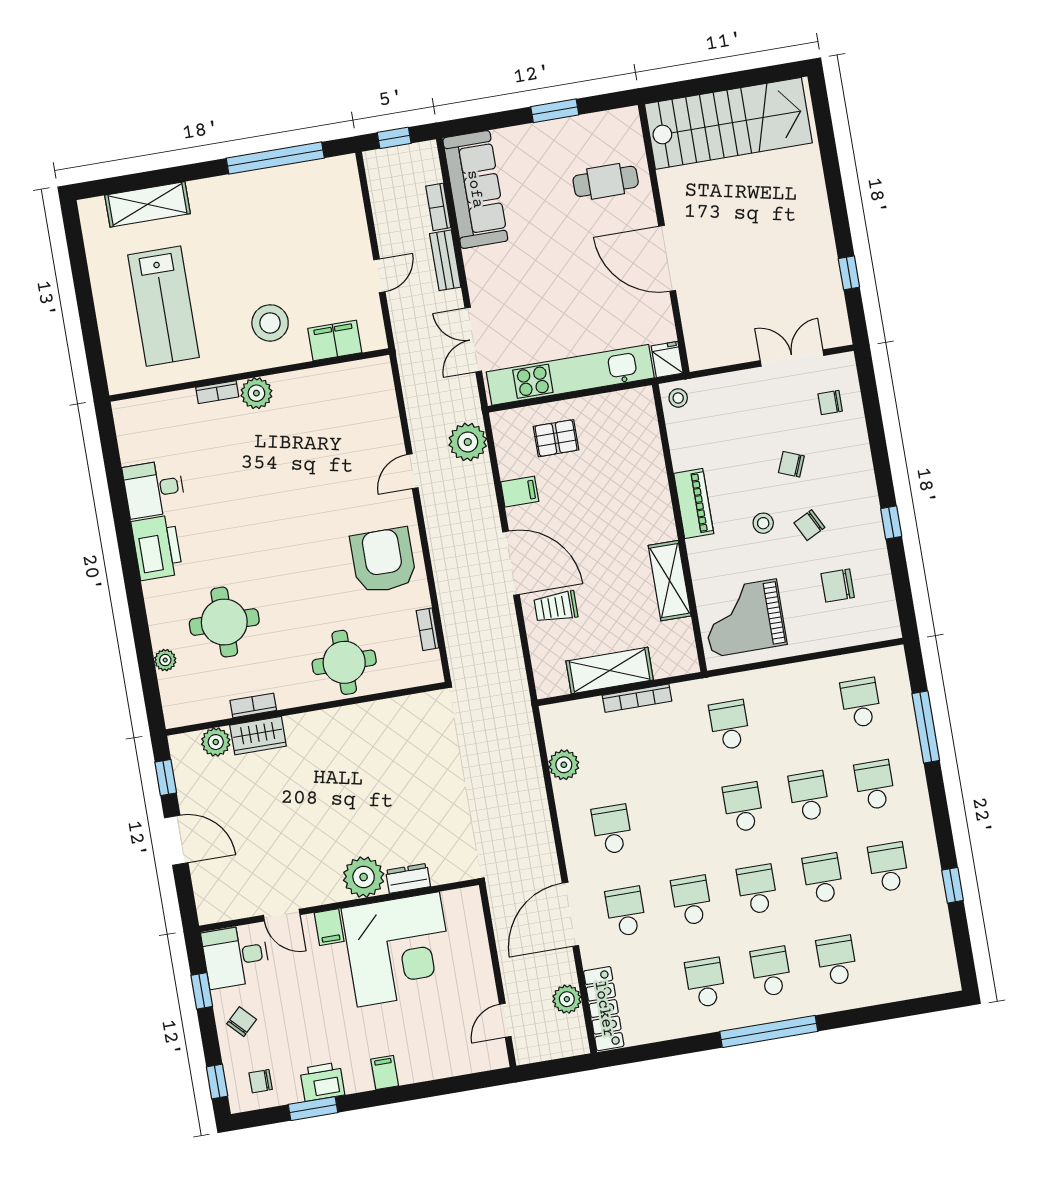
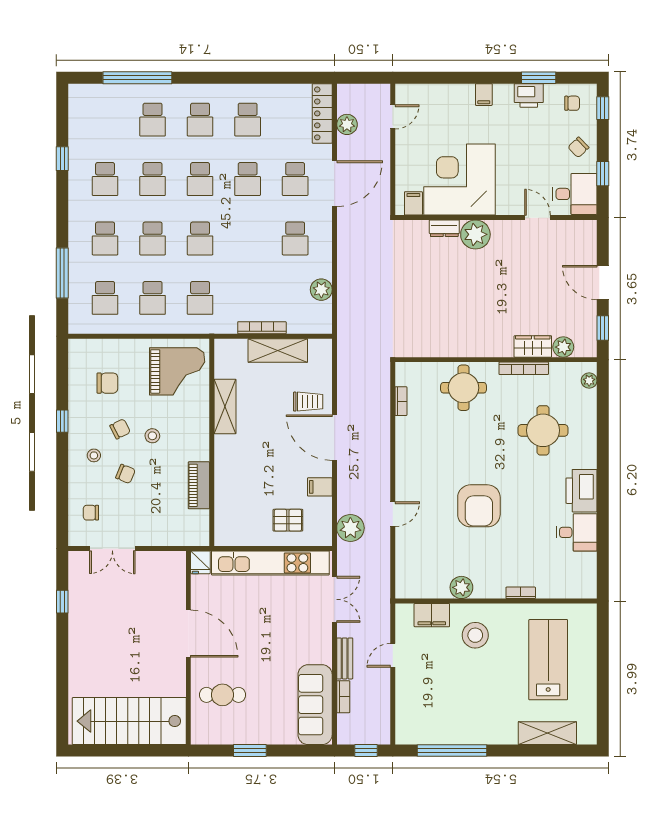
plant: (256, 393) -> (461, 587), moved
stool: (678, 398) -> (94, 455), moved
chair: (830, 403) -> (91, 513), turned 180
piano: (694, 504) -> (199, 485), moved
armchair: (383, 560) -> (479, 506), moved
plant: (165, 660) -> (589, 381), moved
bookcase: (253, 705) -> (524, 368), width x1.56
school desk: (795, 714) -> (153, 298), added
filing cabinet: (329, 927) -> (413, 203), moved
window: (769, 1031) -> (137, 78), moved

